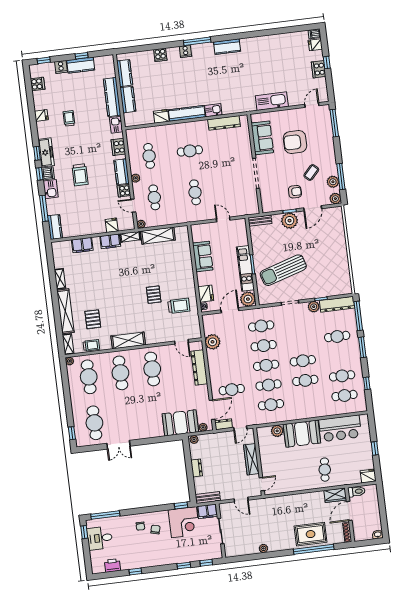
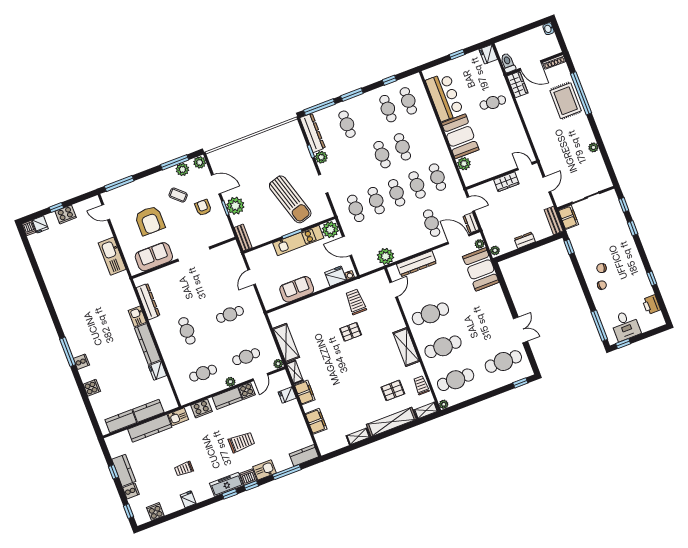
kitchen counter: (227, 47) -> (65, 318), removed
wardrobe: (251, 459) -> (506, 182), width x0.67
corner desk: (184, 522) -> (586, 239), removed

